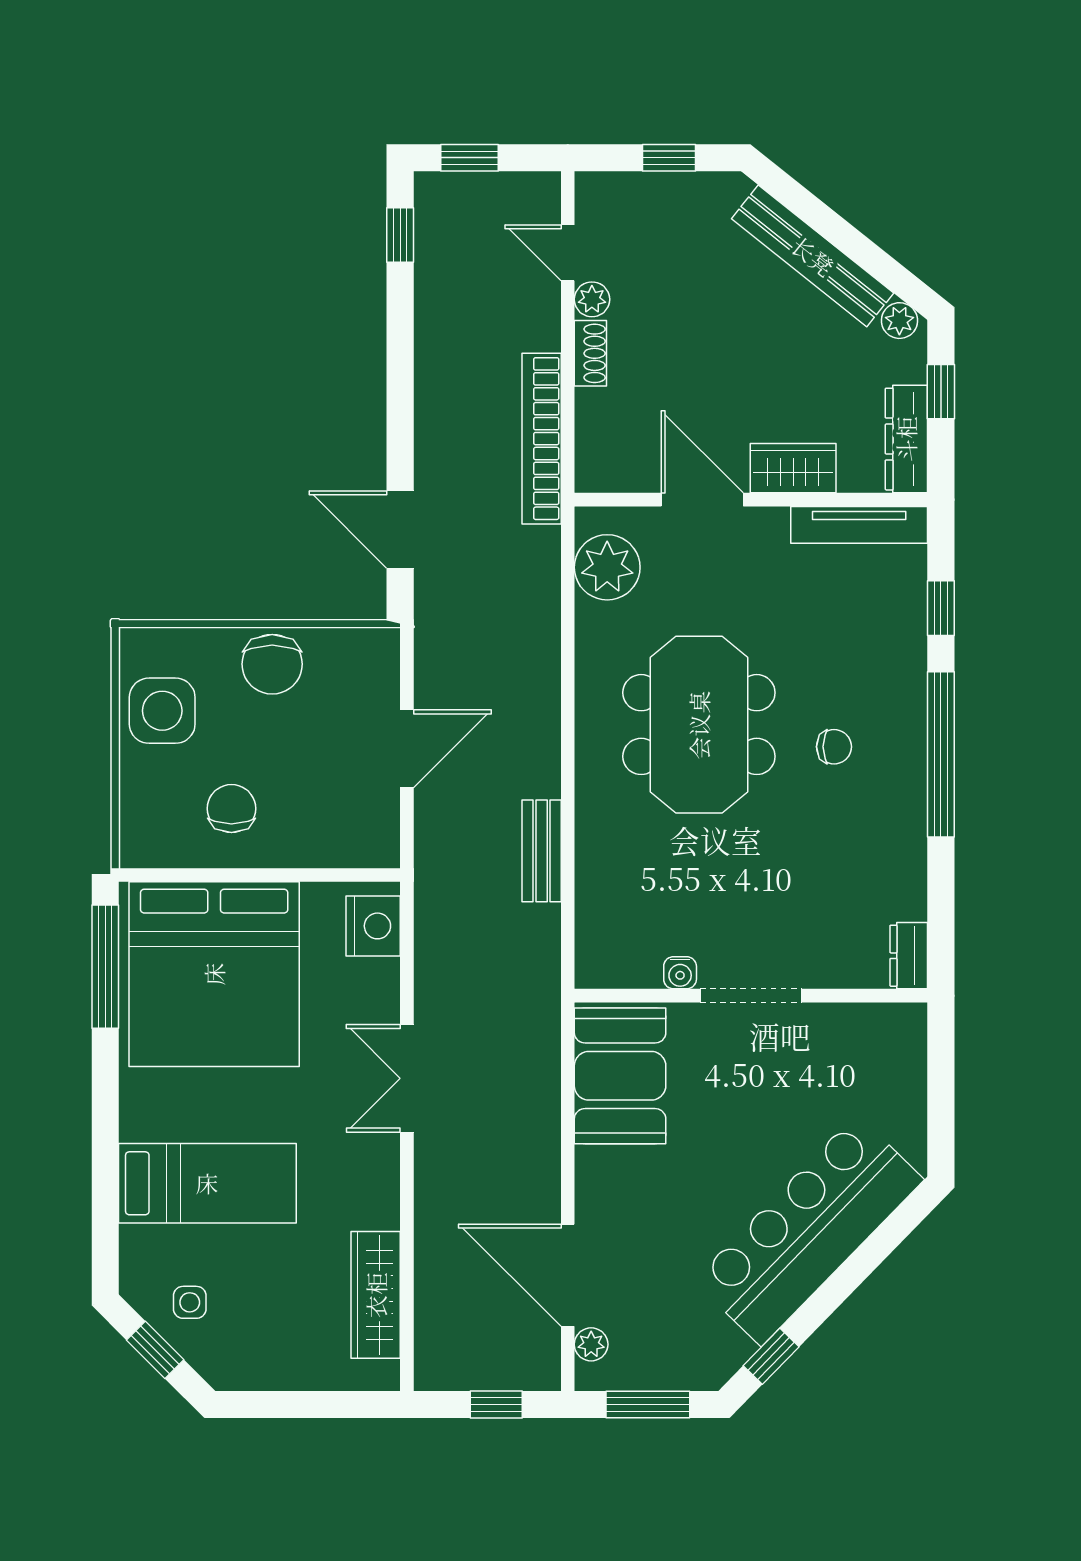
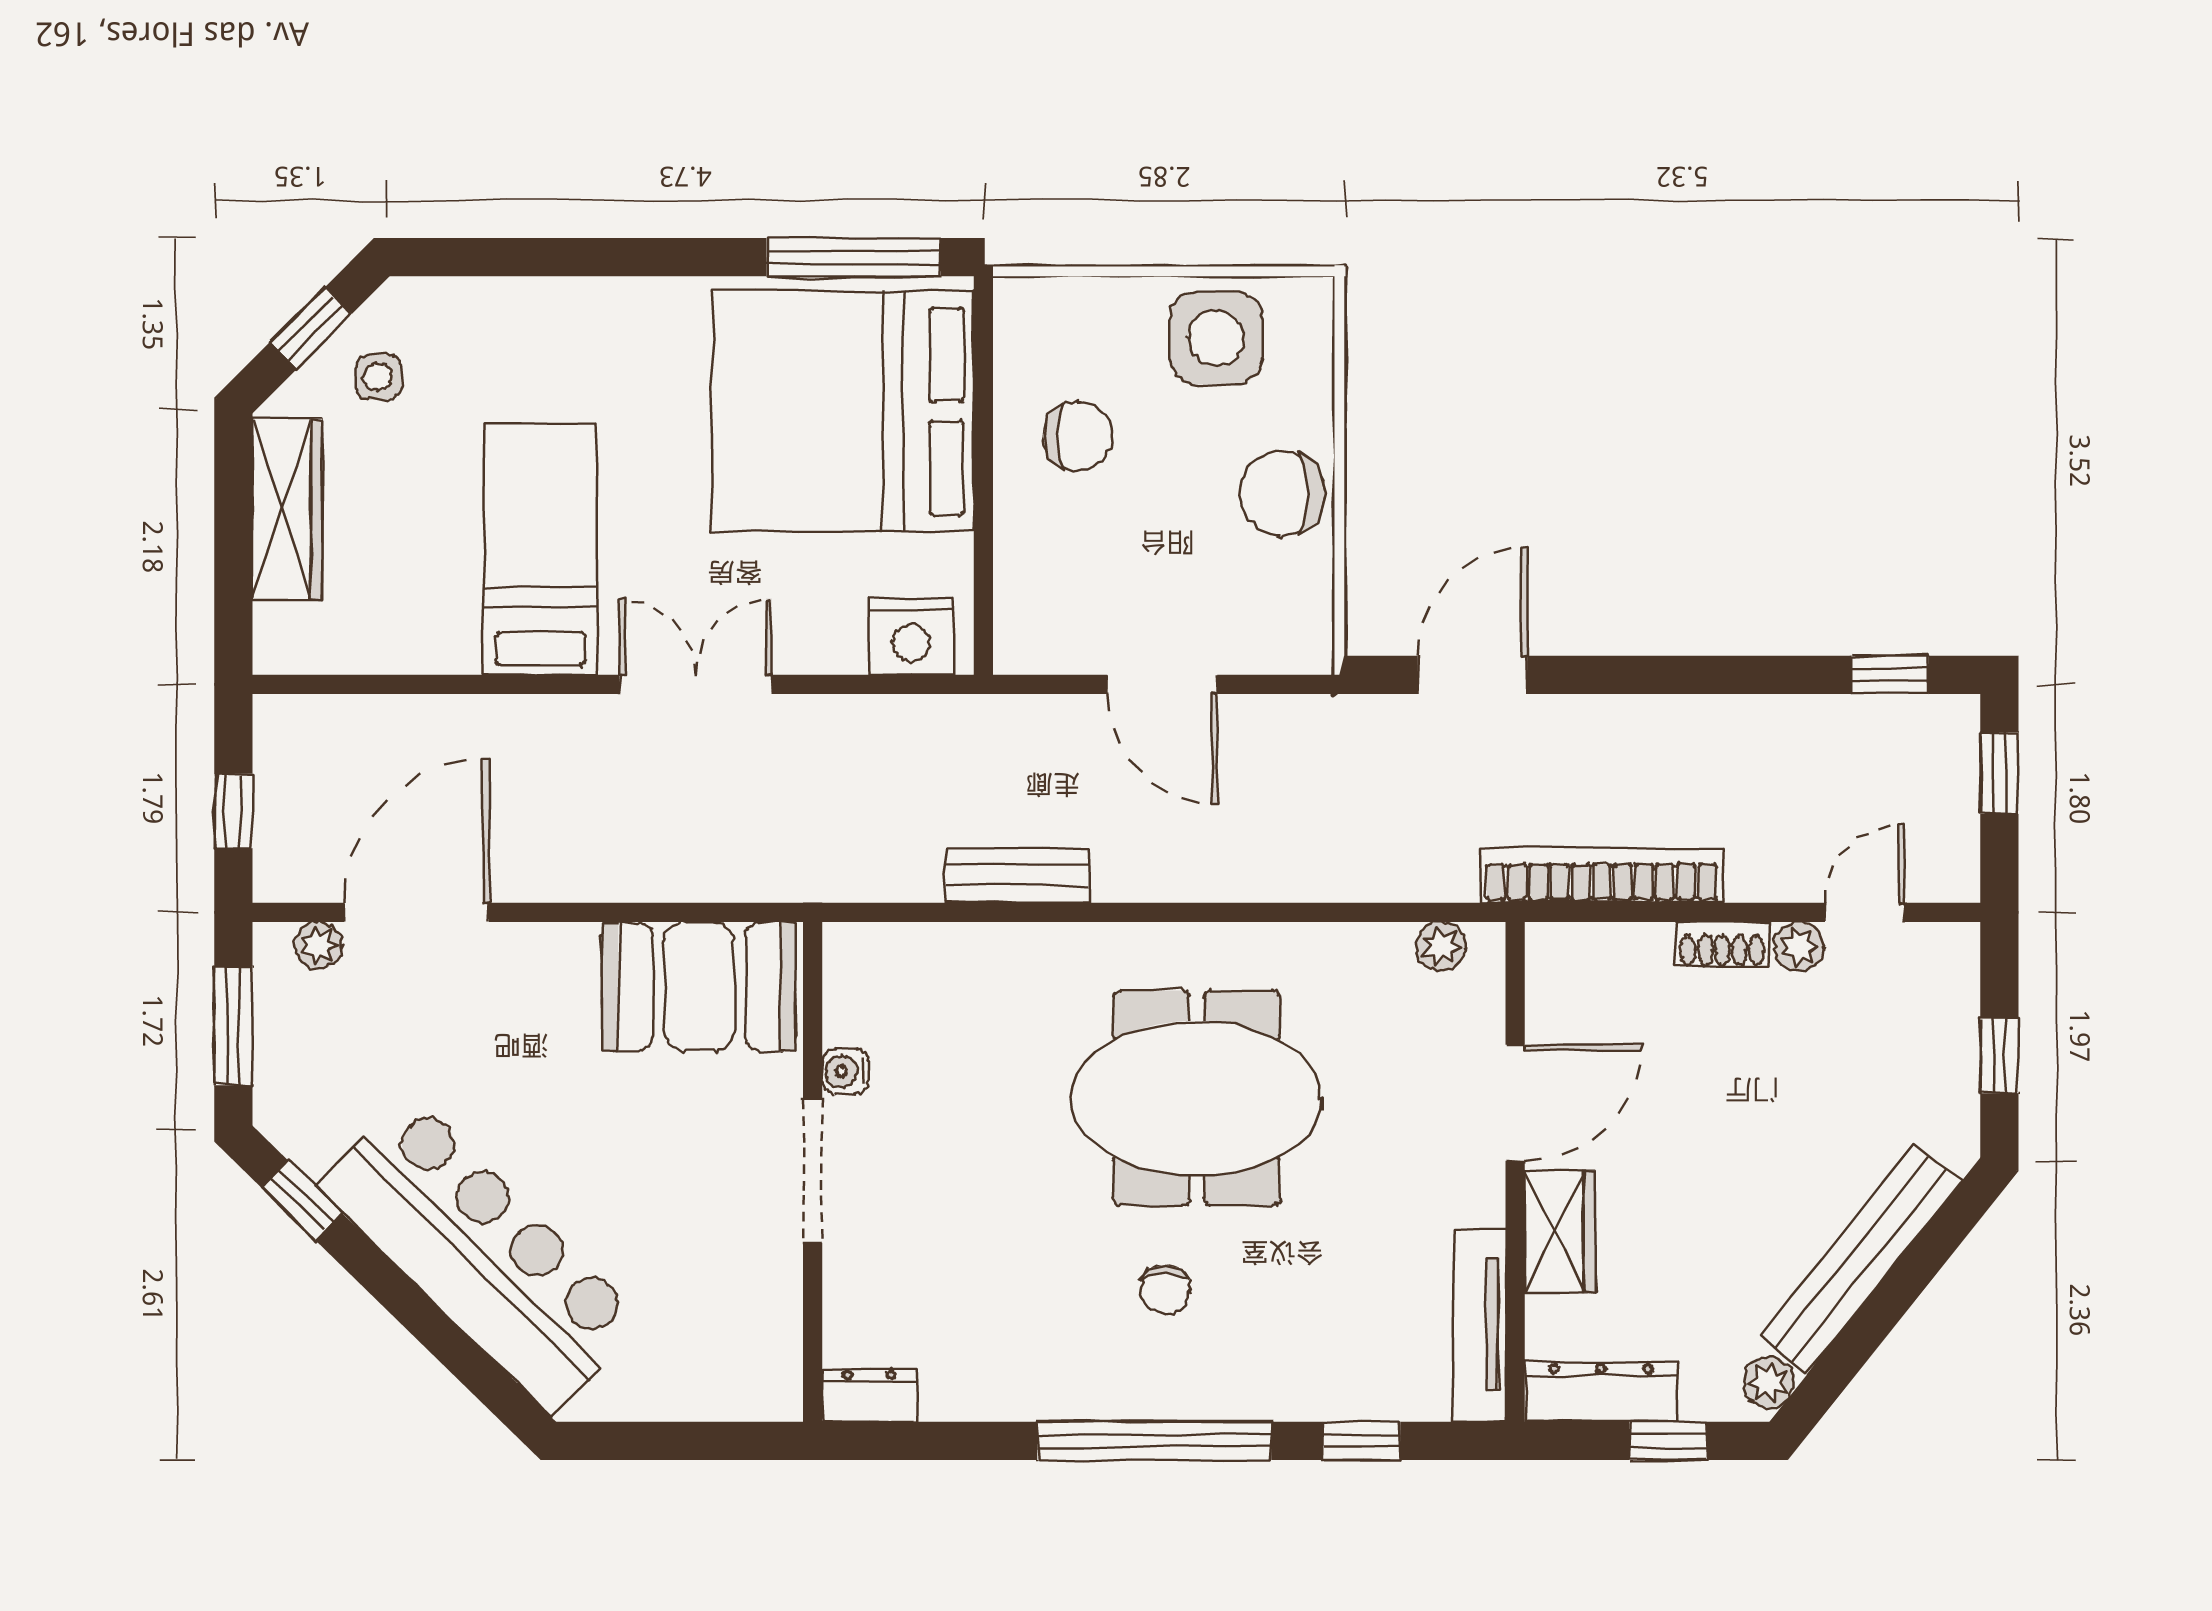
plant: (607, 567) -> (1441, 947), width x0.53, depth x0.53
bed: (207, 1183) -> (540, 549), moved, turned 180
wardrobe: (376, 1295) -> (287, 509), moved, turned 90

